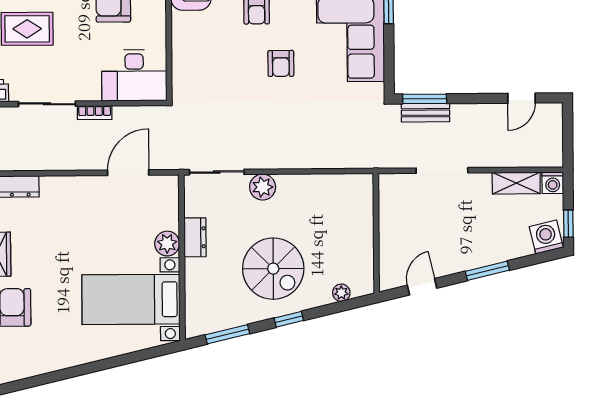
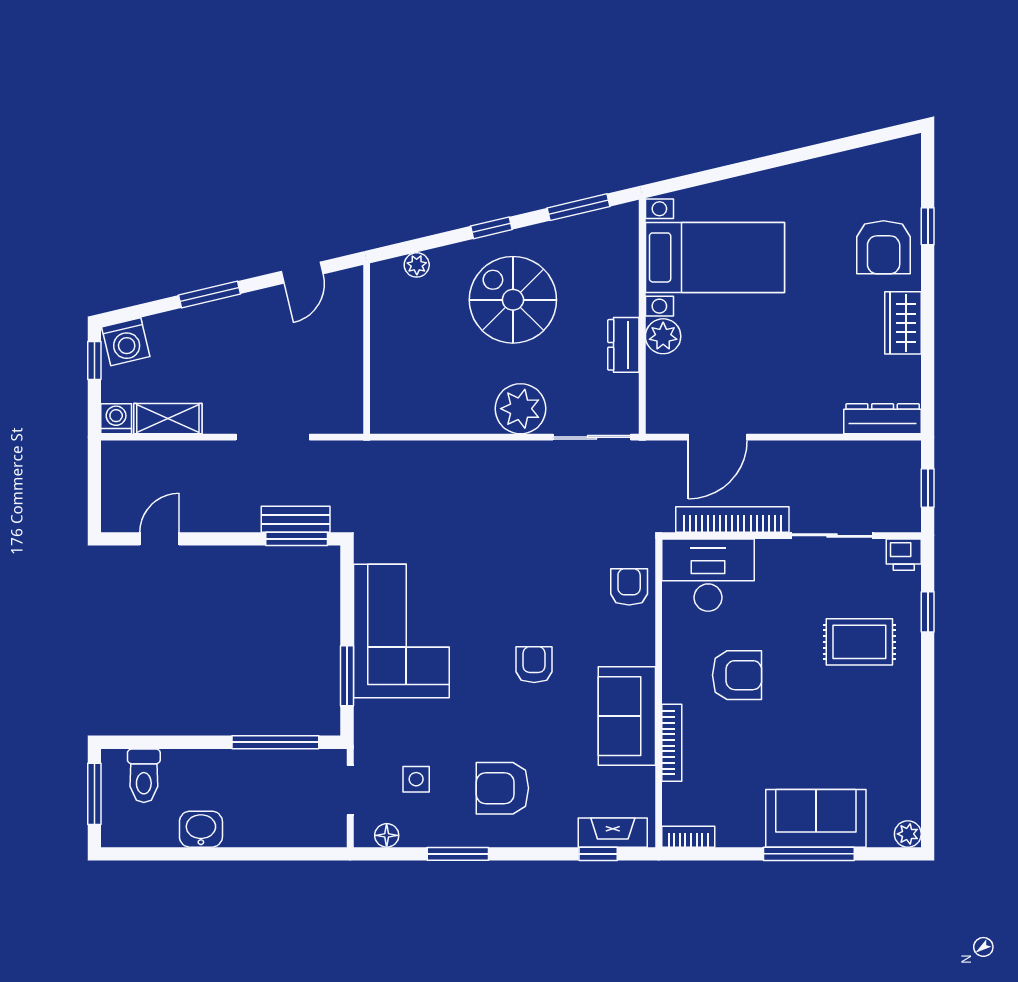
armchair: (281, 63) -> (629, 587), moved
bookcase: (95, 113) -> (732, 519), width x2.31, depth x1.31
plant: (263, 187) -> (521, 409), width x1.36, depth x1.36

